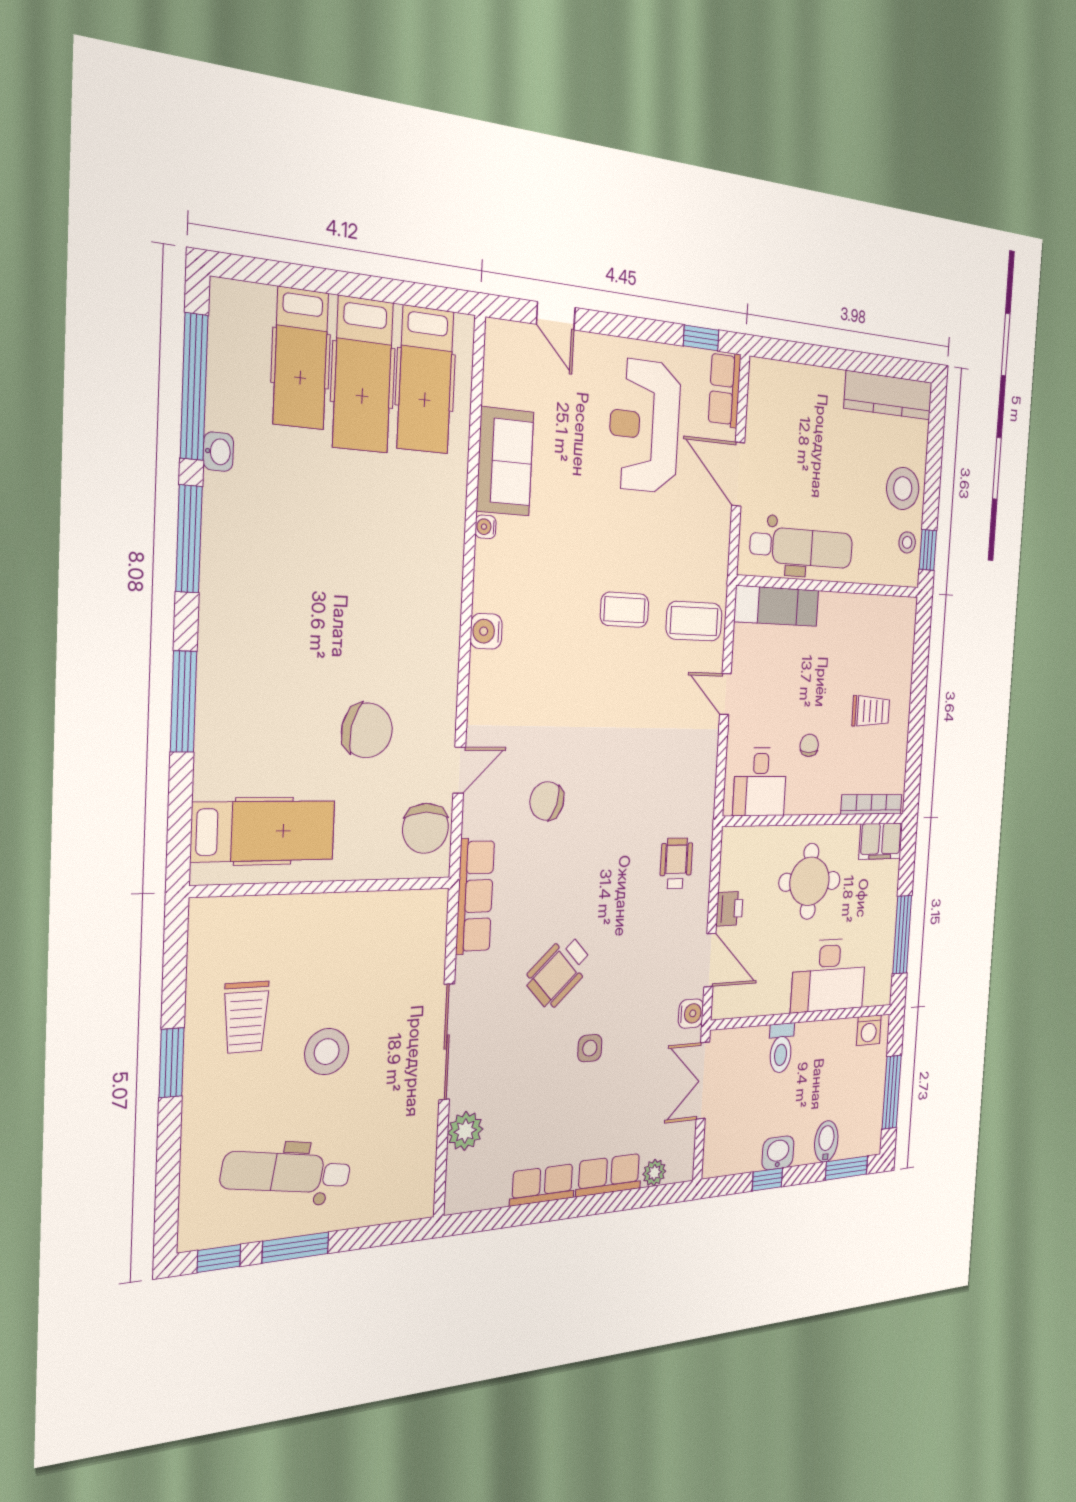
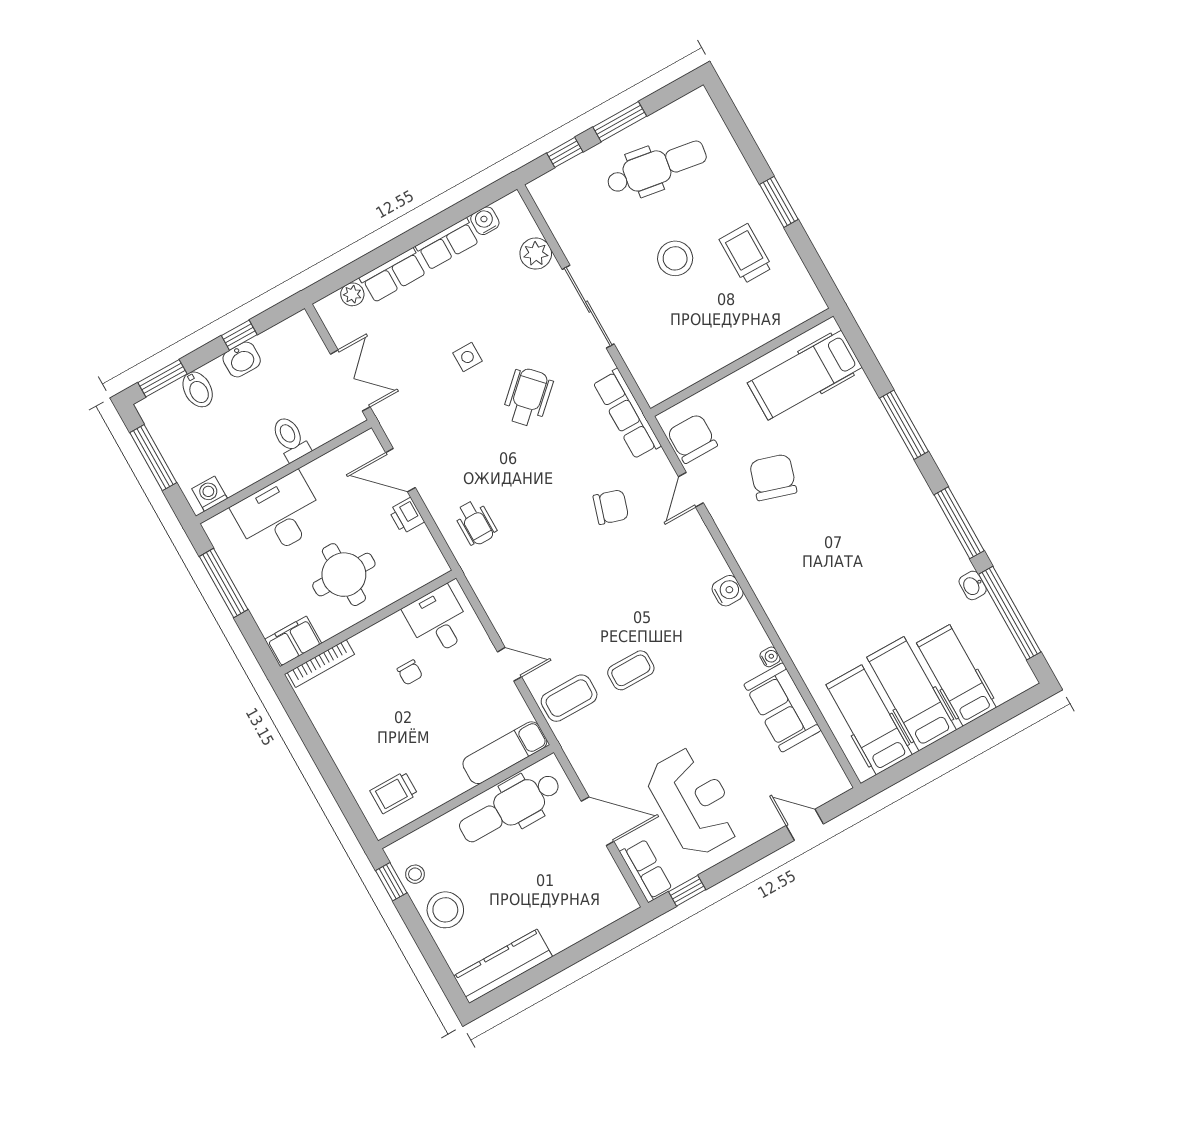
trolley: (871, 711) -> (394, 792), moved
chair: (367, 730) -> (773, 477), turned 95
water cooler: (691, 1014) -> (485, 221), moved, turned 90
window: (219, 1258) -> (565, 152), moved

